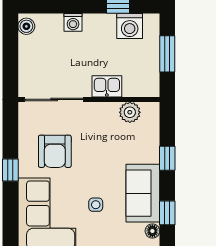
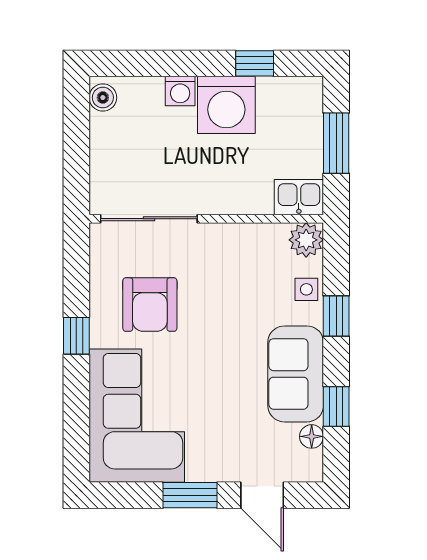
washing machine: (130, 26) -> (226, 105), moved, width x1.37, depth x1.37
kitchen sink: (107, 86) -> (299, 197), moved
plant: (130, 112) -> (306, 240), moved
side table: (96, 205) -> (306, 289), moved

